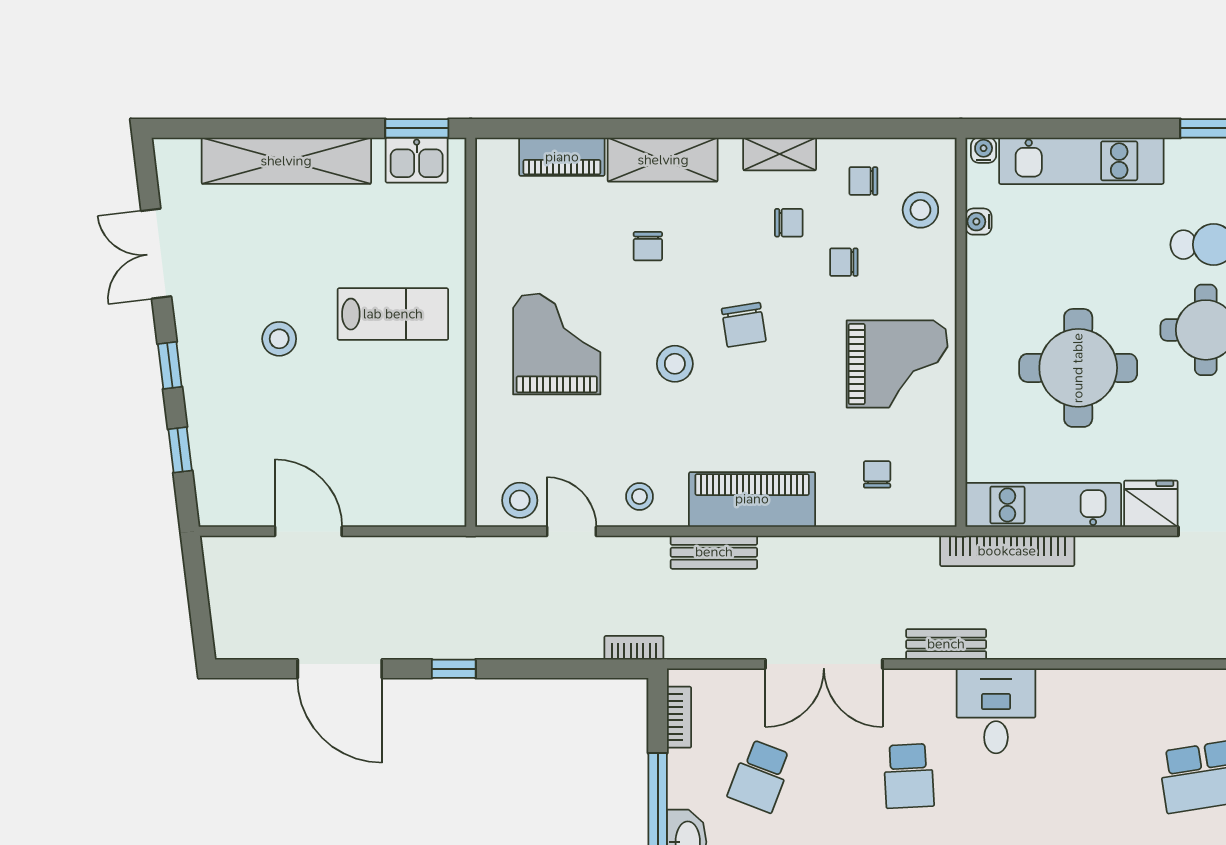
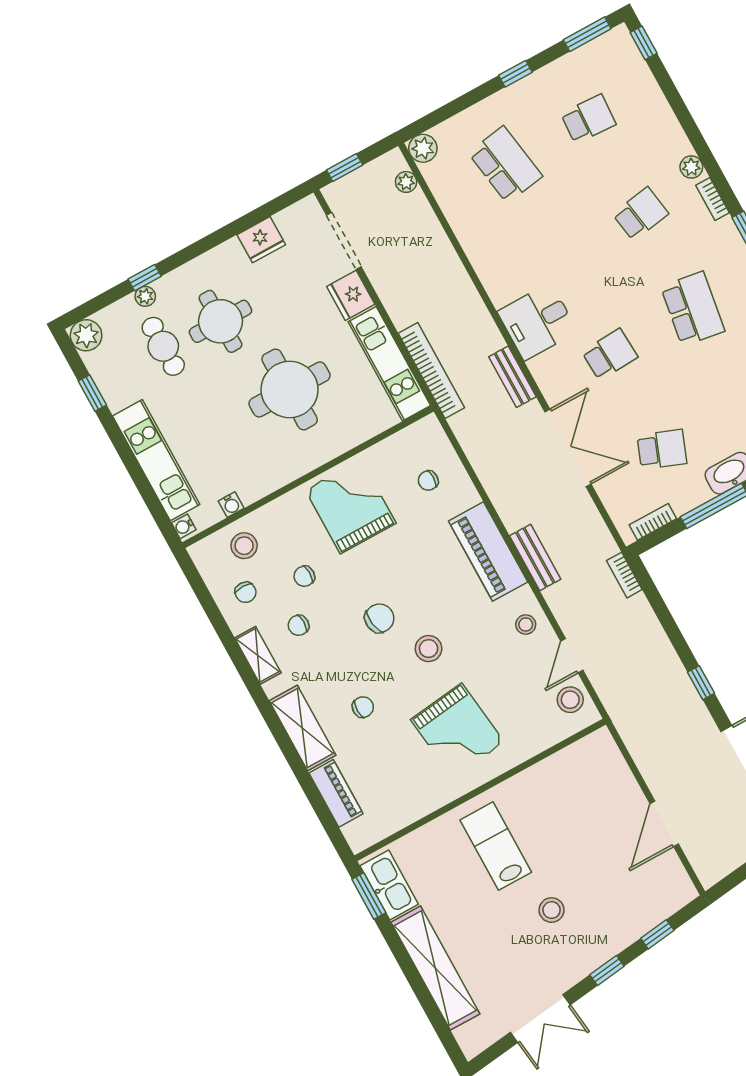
kitchen sink: (417, 160) -> (389, 885), width x1.38
chair: (789, 223) -> (298, 625), turned -90
chair: (844, 262) -> (304, 576), turned 90
grand piano: (557, 344) -> (457, 731), turned -97

